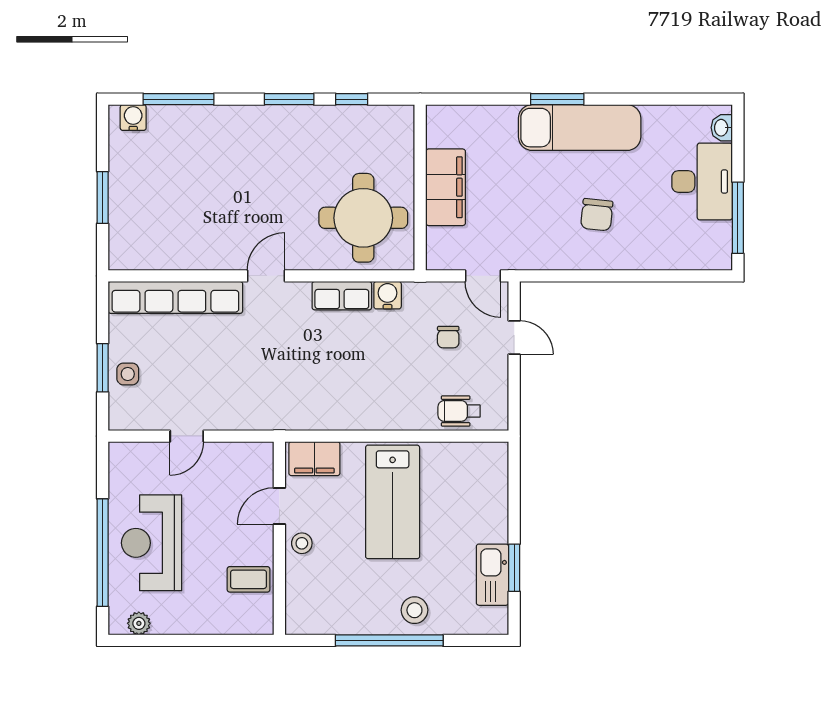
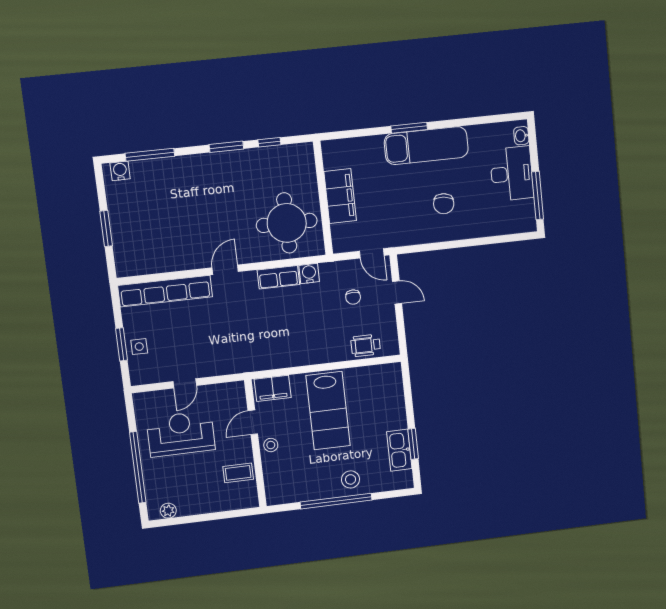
reception desk: (152, 543) -> (181, 434), moved, turned 90

